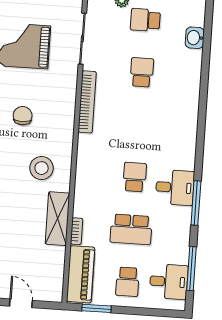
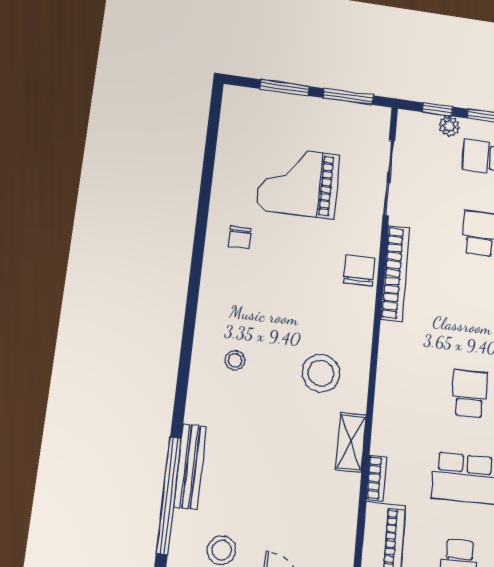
chair: (23, 116) -> (359, 271), moved
shelving: (58, 219) -> (351, 442), width x0.67, depth x0.75

